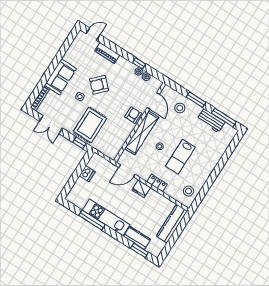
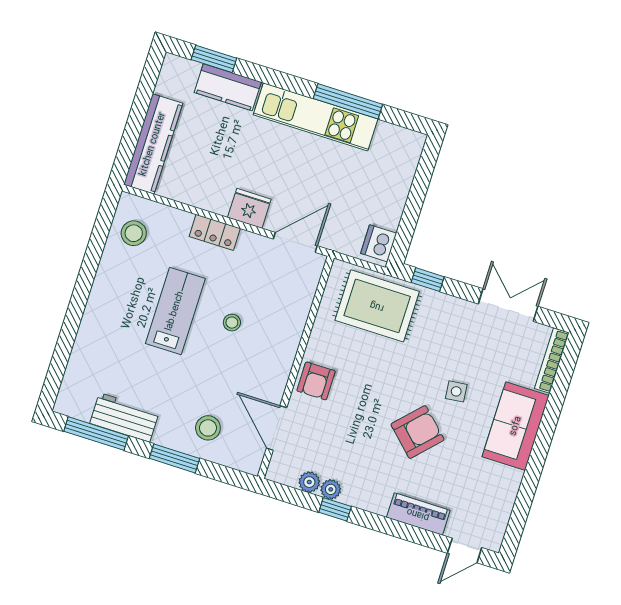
rug: (90, 125) -> (377, 306), moved, turned 90
shelving: (142, 133) -> (284, 343), removed
dishwasher: (87, 174) -> (379, 243), moved

